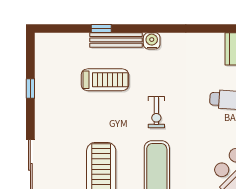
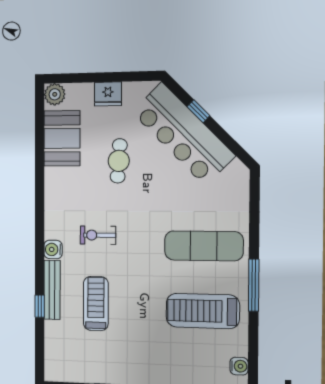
exercise bike: (156, 112) -> (98, 235), moved, turned 180

